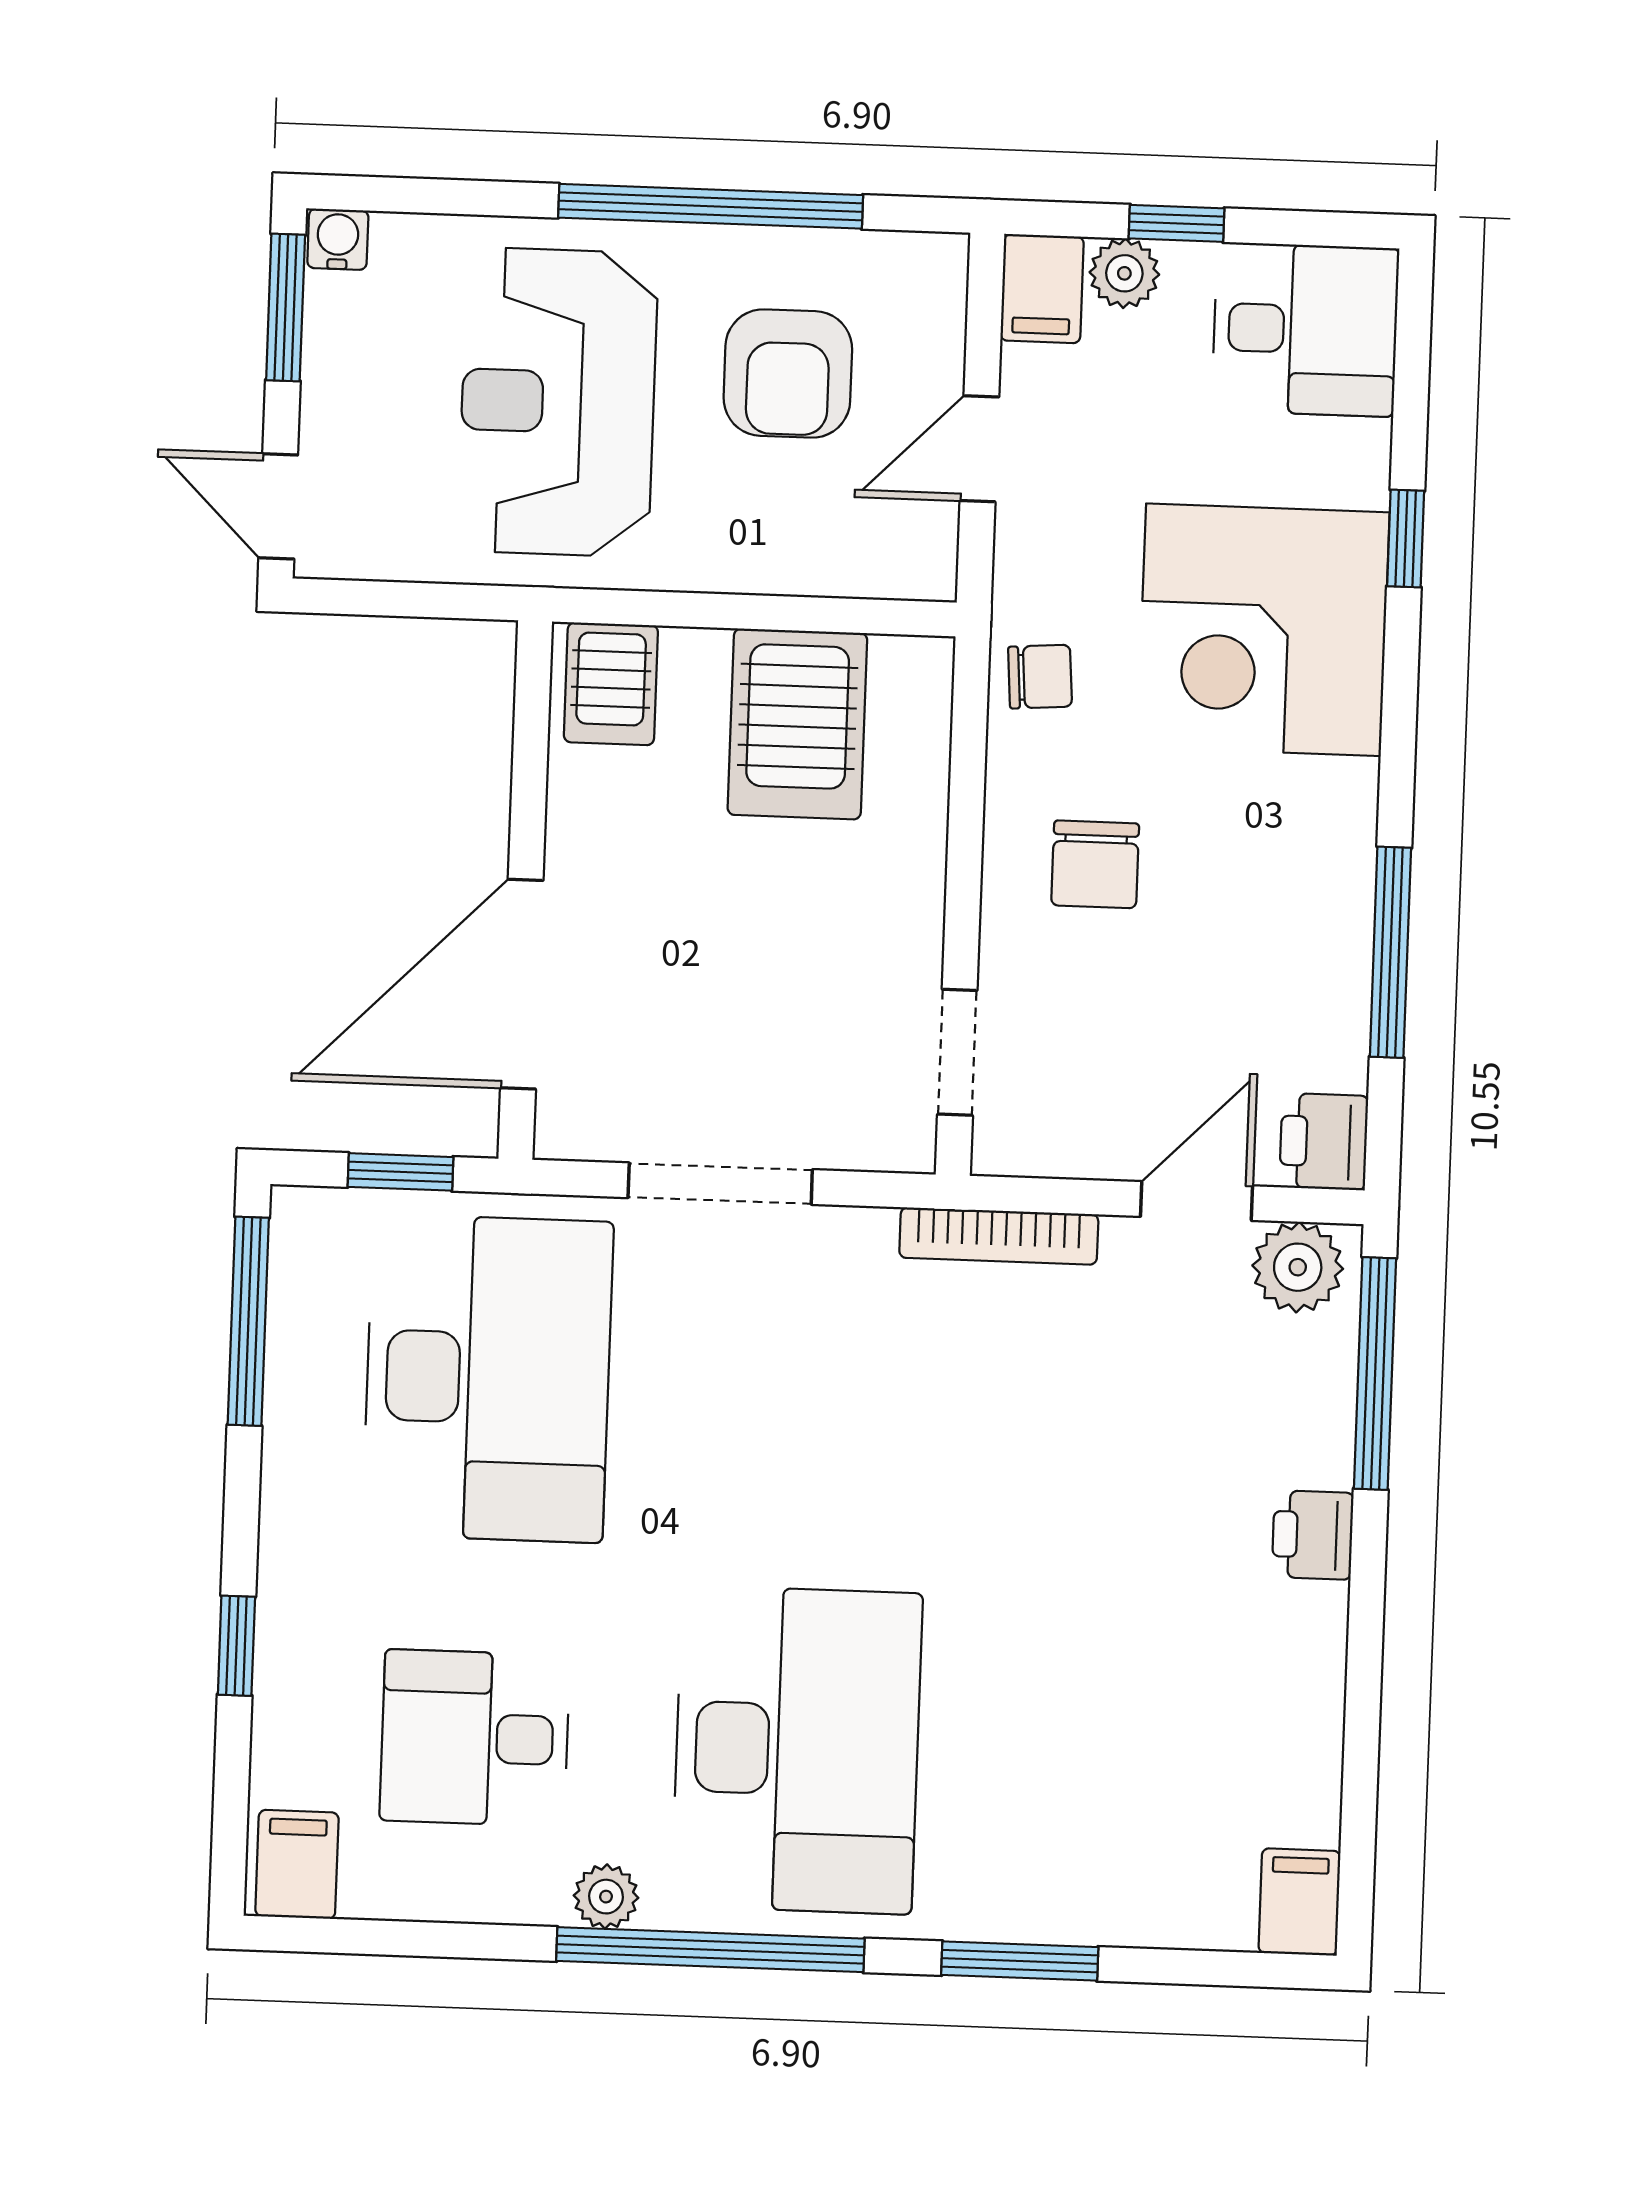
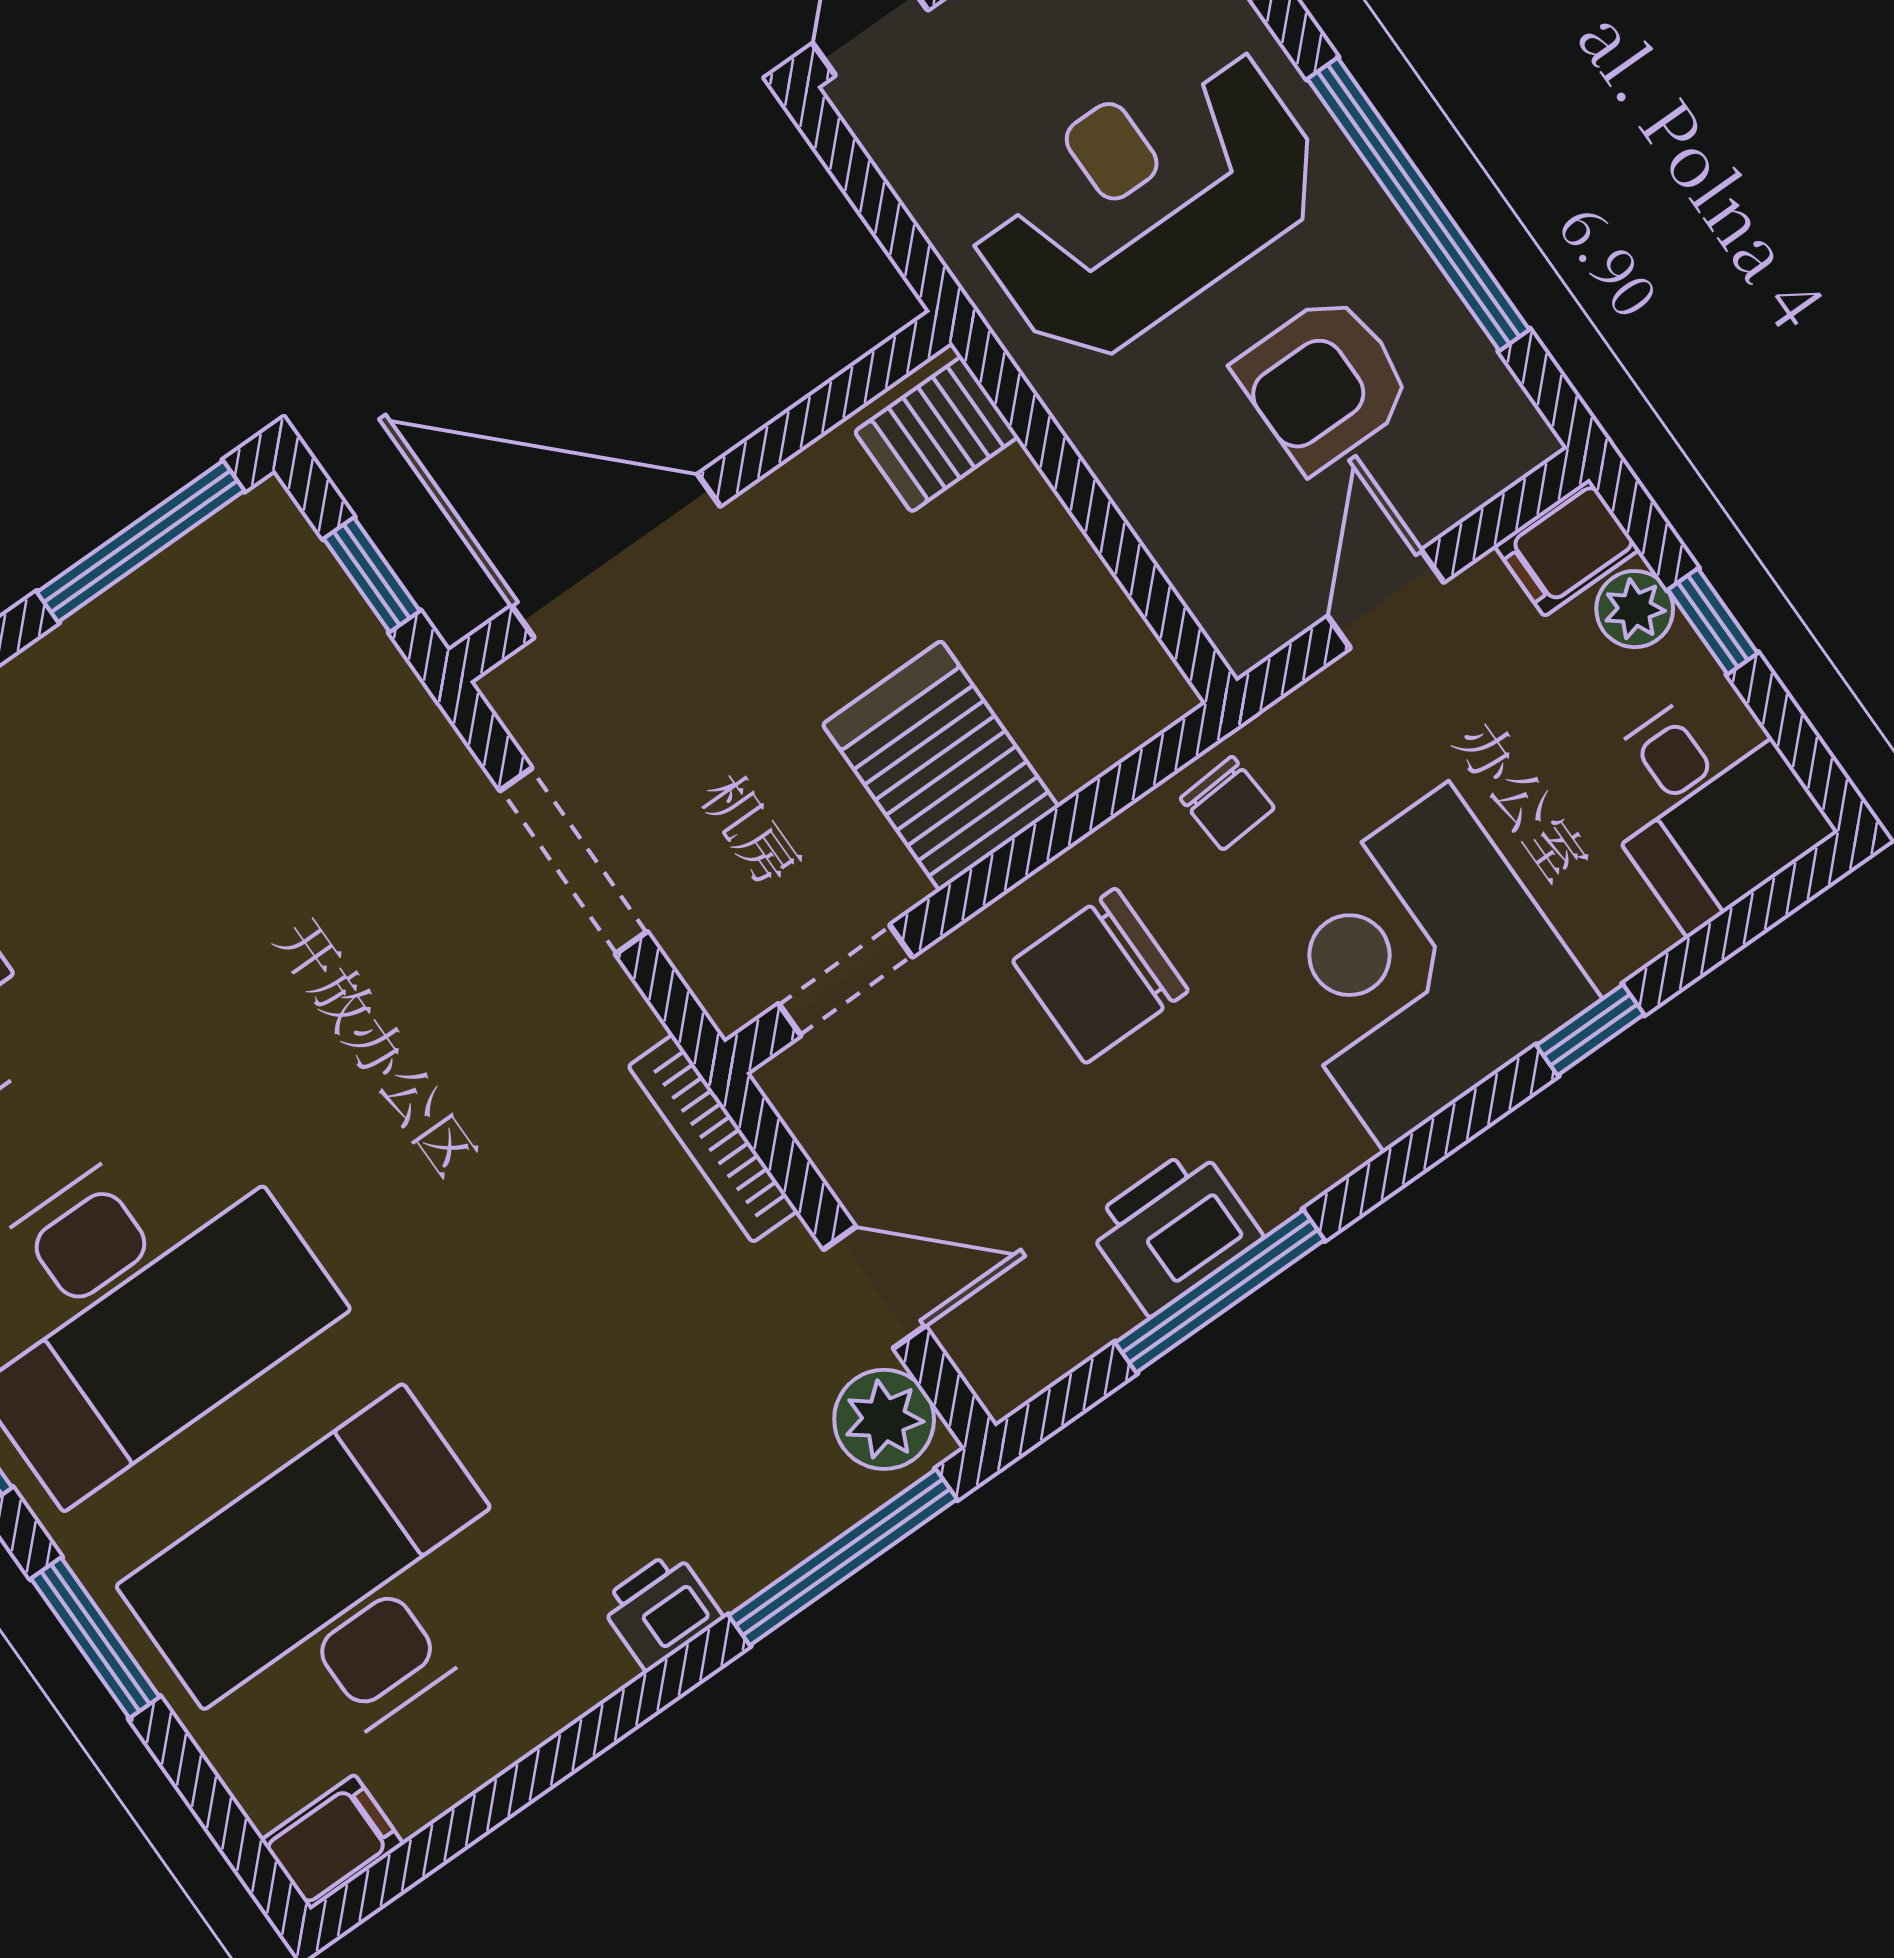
door: (979, 449) -> (1386, 599), hinge flipped
server rack: (797, 724) -> (941, 766), moved, turned 90
chair: (1095, 864) -> (1100, 976), width x1.37, depth x1.37
printer: (1324, 1142) -> (1173, 1230), moved, width x1.36, depth x1.24
desk: (488, 1378) -> (335, 1592), moved, turned 180

